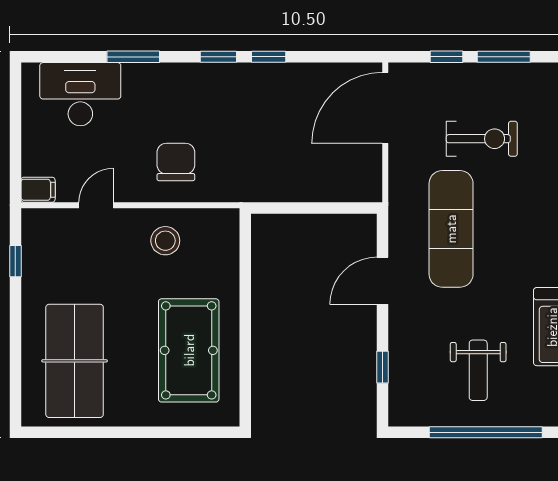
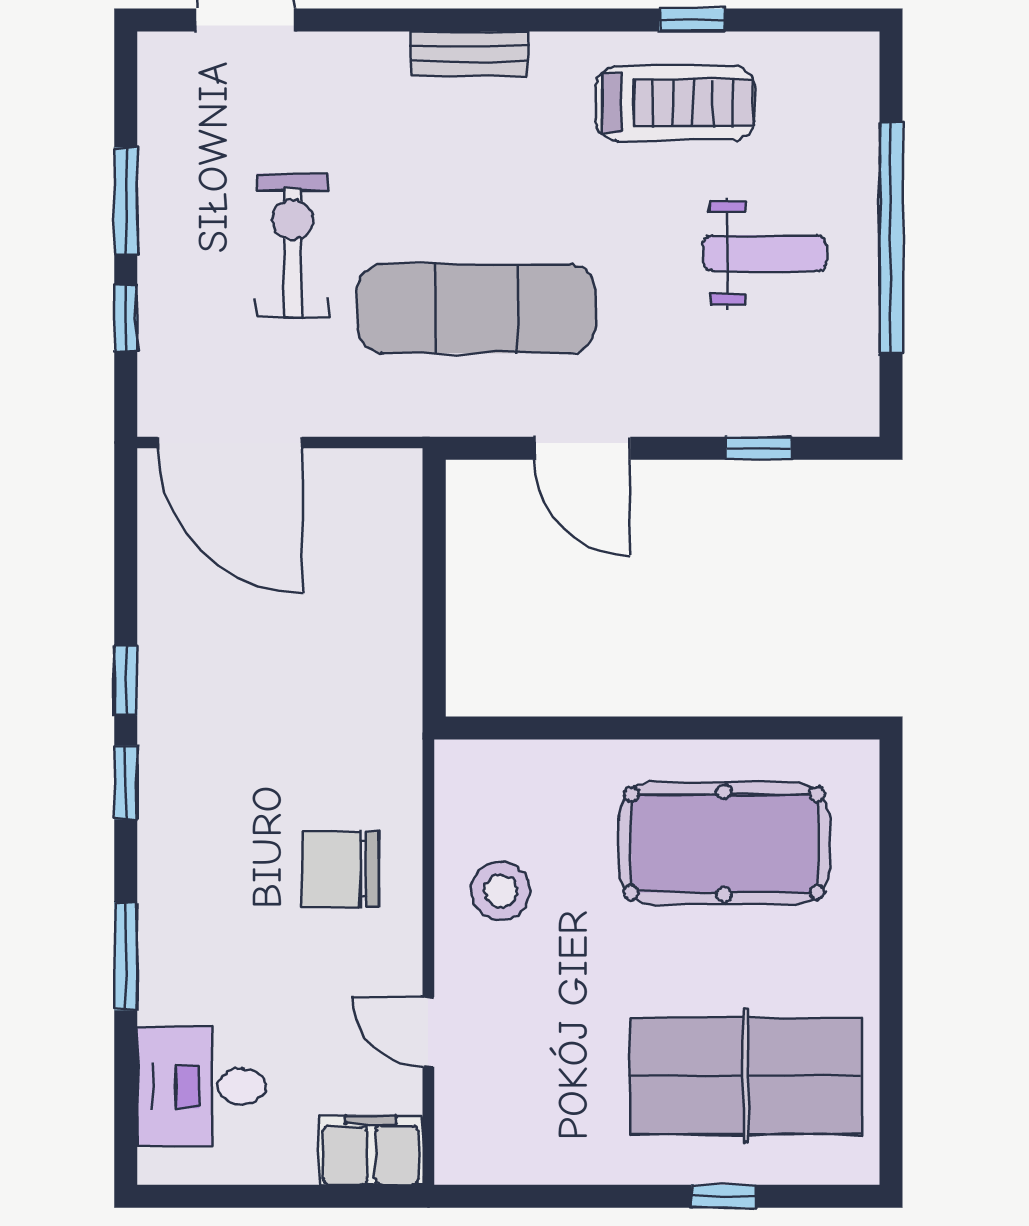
desk: (80, 94) -> (202, 1086), width x0.73
filing cabinet: (38, 190) -> (371, 1150), width x2.00
window: (15, 261) -> (724, 1196), moved

